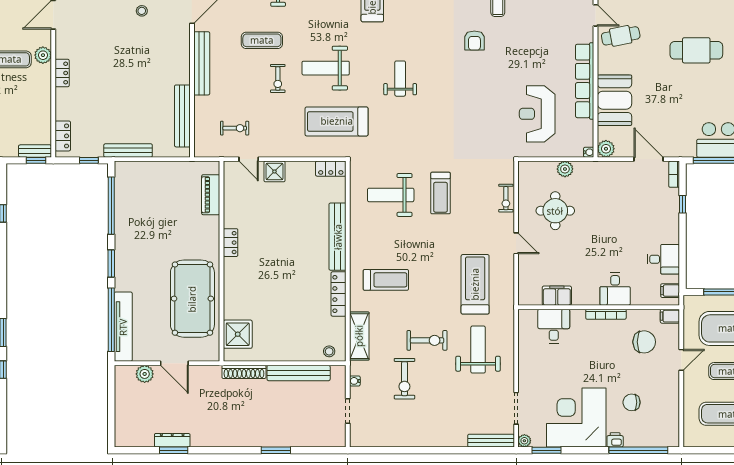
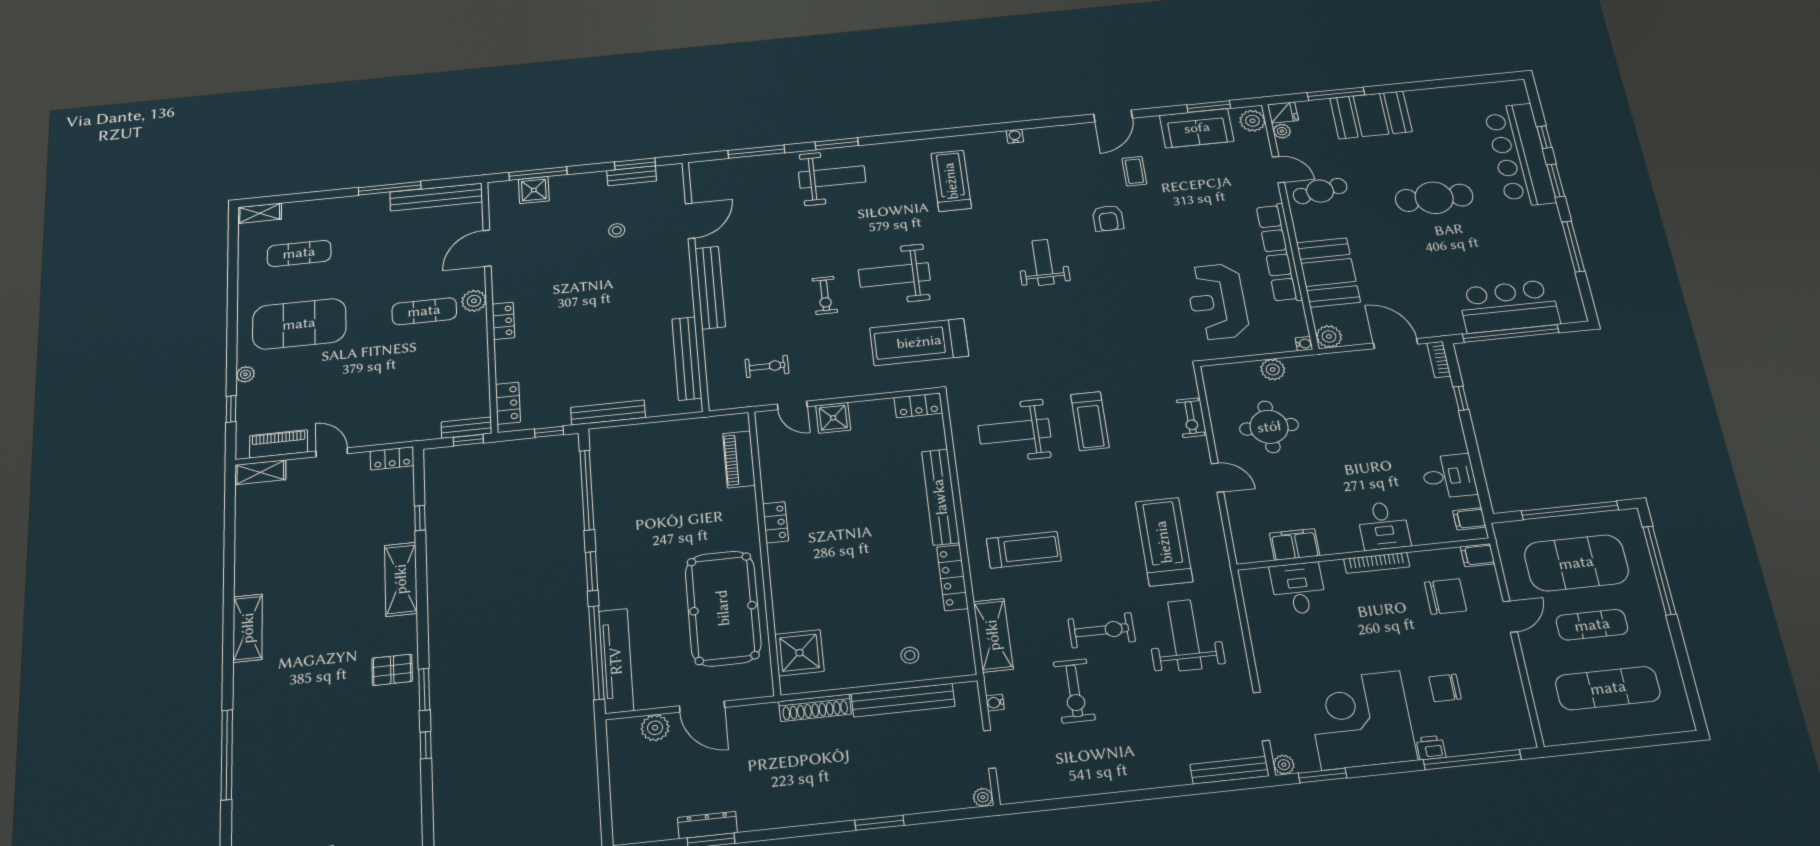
exercise mat: (262, 40) -> (796, 249), removed
weight bench: (400, 79) -> (1043, 262), moved
stool: (329, 351) -> (910, 655), moved
plant: (340, 441) -> (983, 797), added

